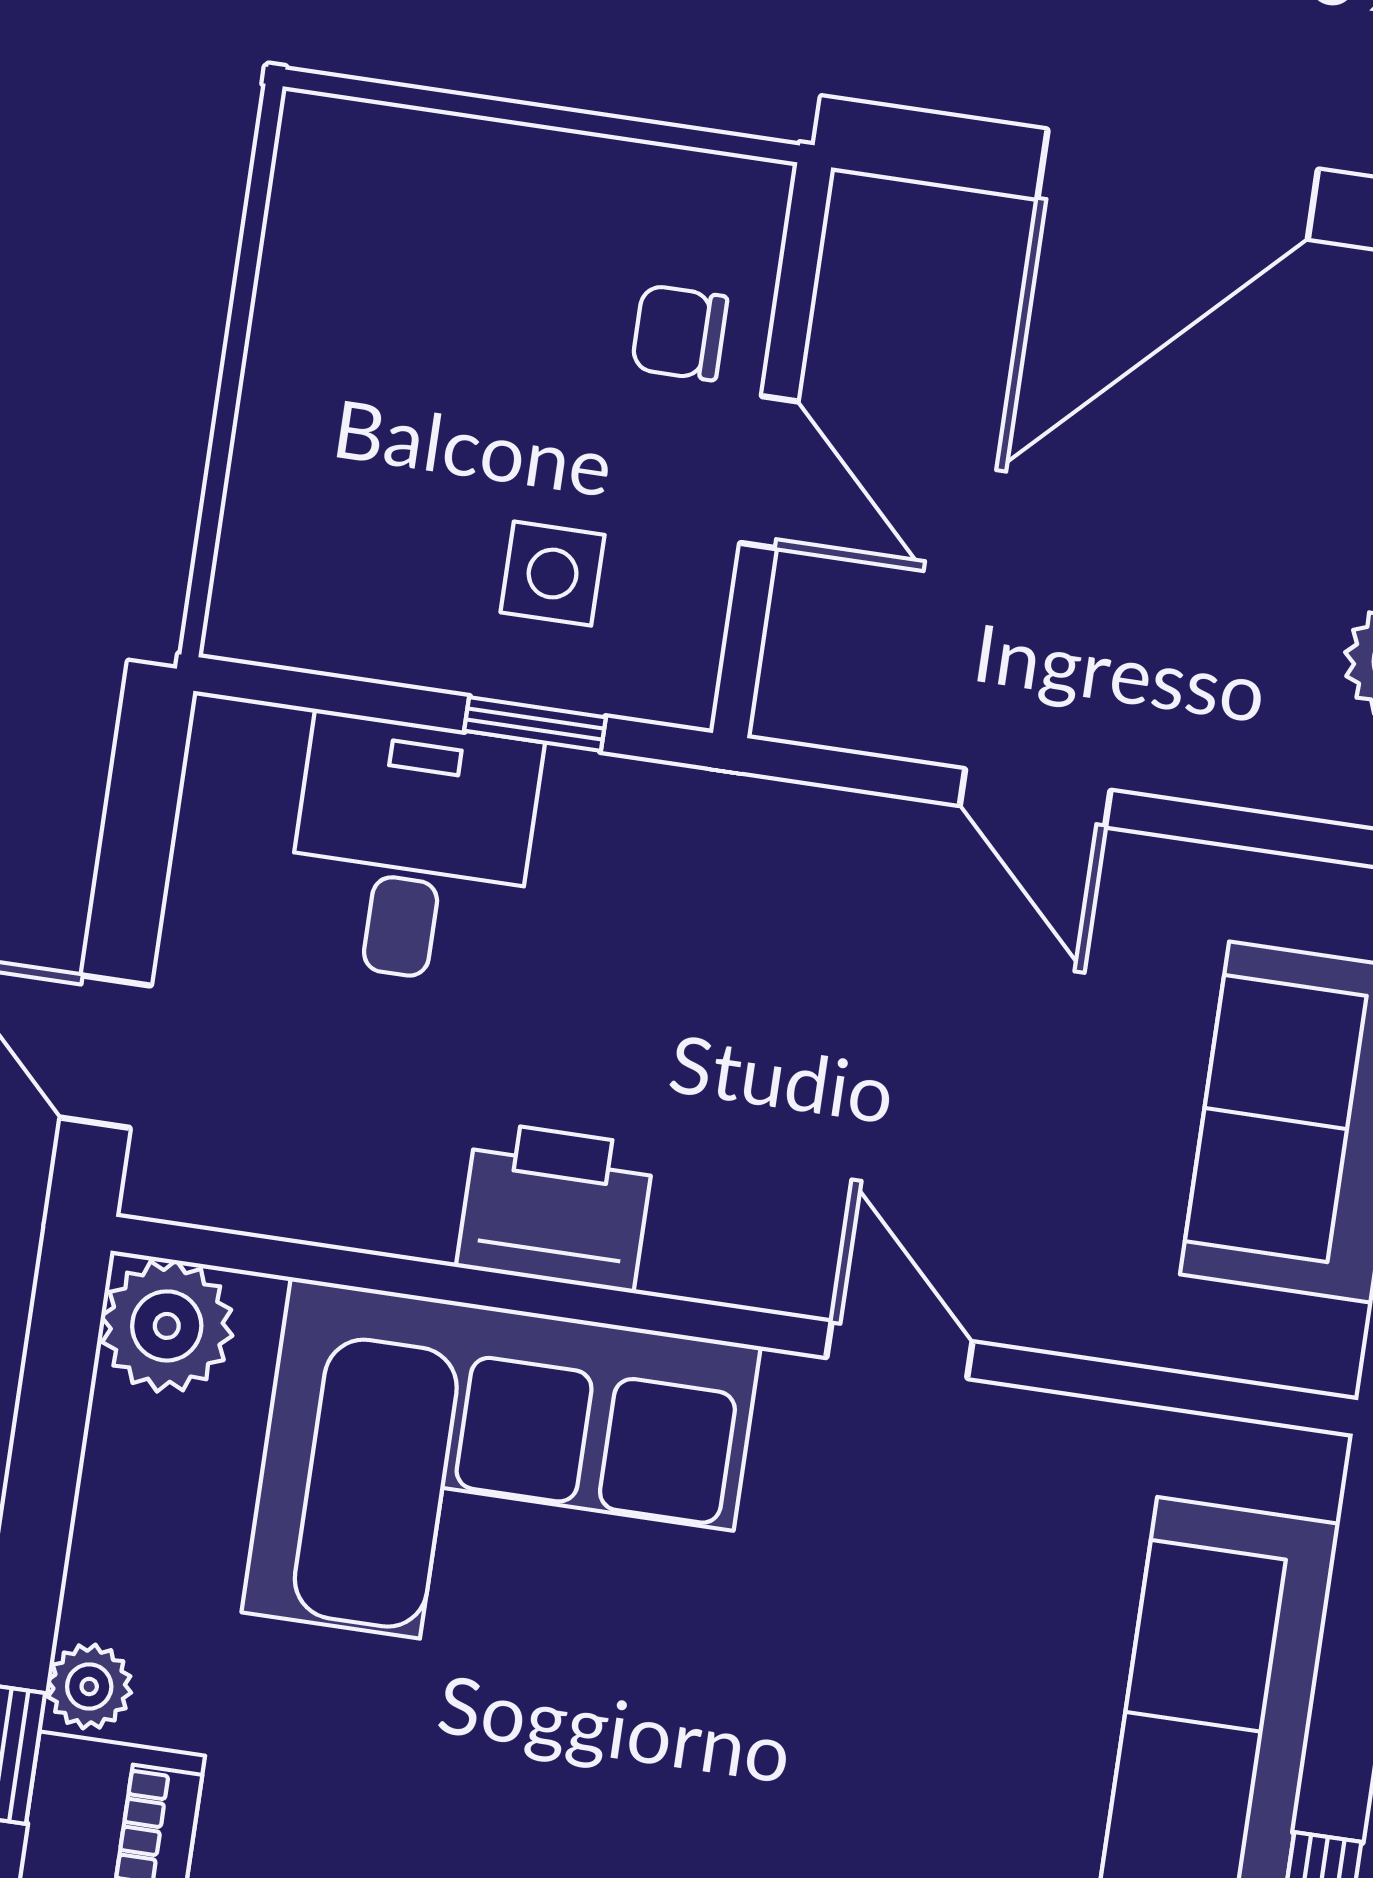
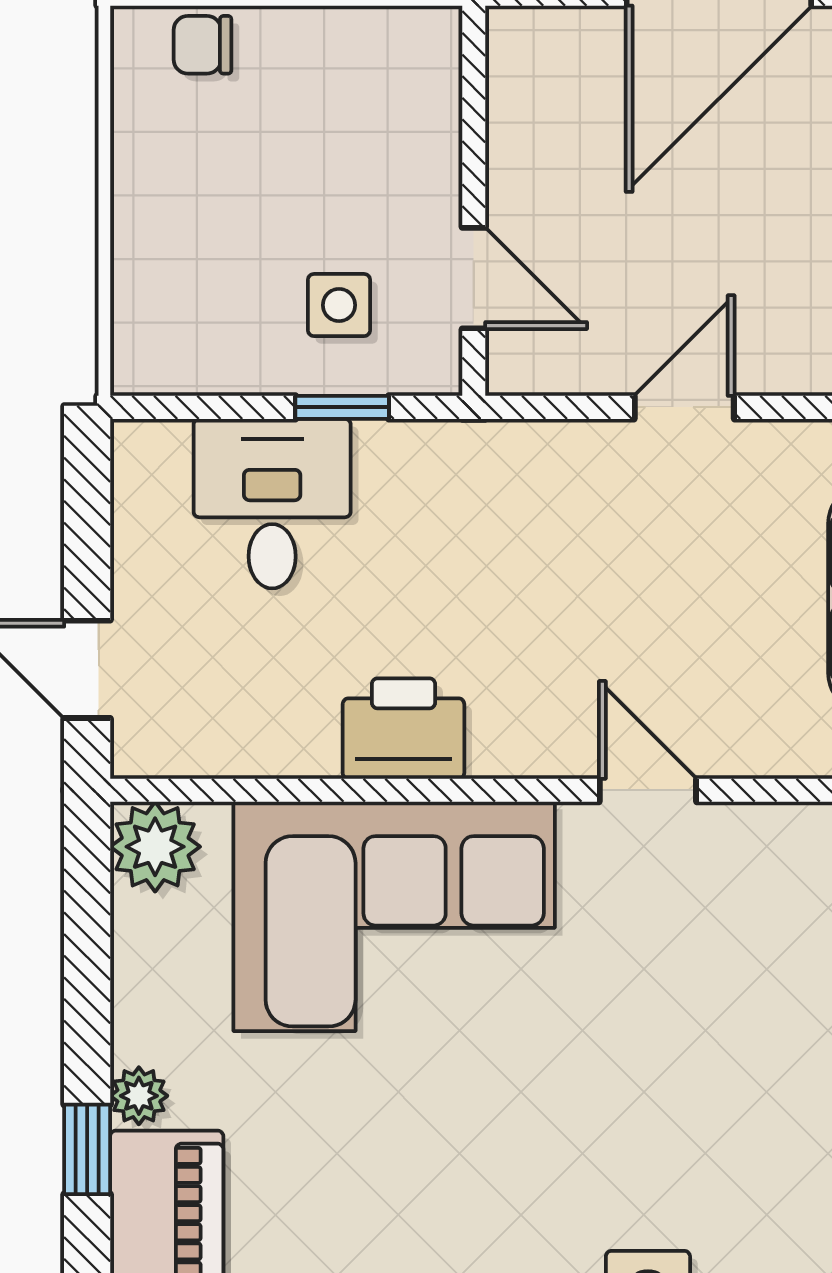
chair: (680, 333) -> (203, 45), moved
door: (769, 472) -> (474, 278), moved
door: (1035, 798) -> (684, 407), swing flipped

